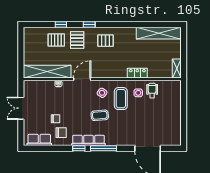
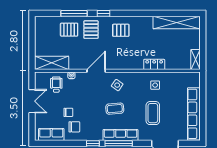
window: (61, 24) -> (74, 13), width x2.17
shelving: (47, 72) -> (52, 63), width x0.68
wheelchair: (152, 91) -> (56, 85), moved
coffee table: (121, 99) -> (153, 113), moved
double door: (21, 108) -> (32, 101), swing flipped
row of seats: (175, 120) -> (194, 114), added
row of seats: (88, 140) -> (121, 135), moved

